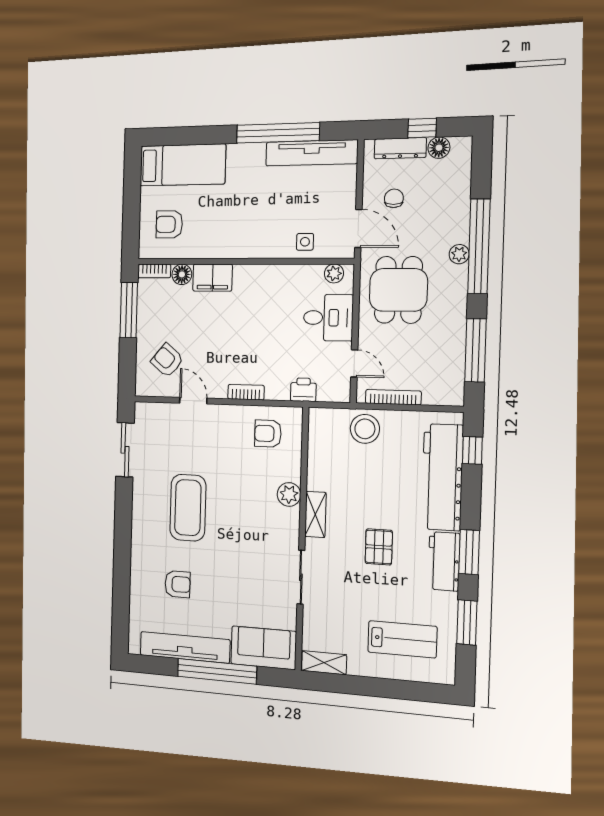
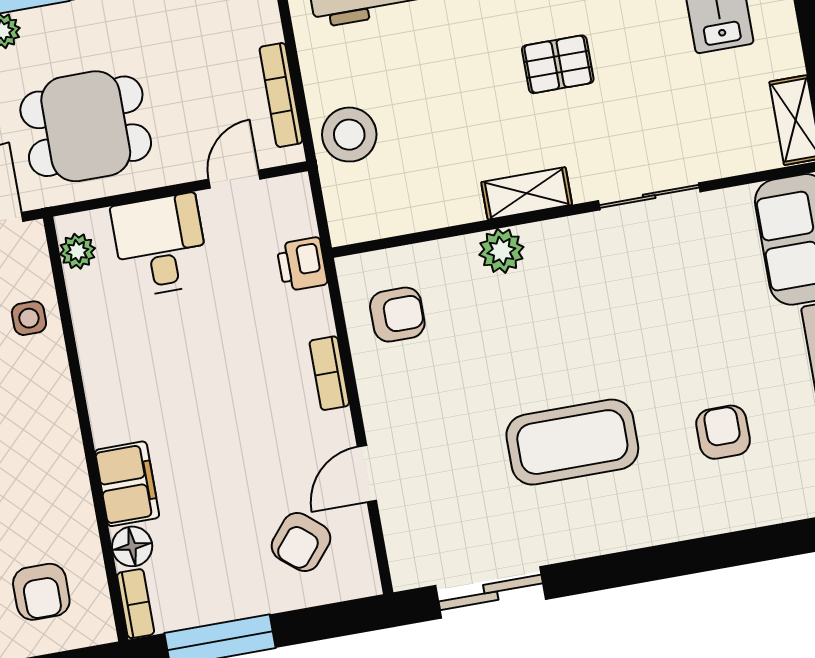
armchair: (268, 434) -> (397, 315), turned -90

